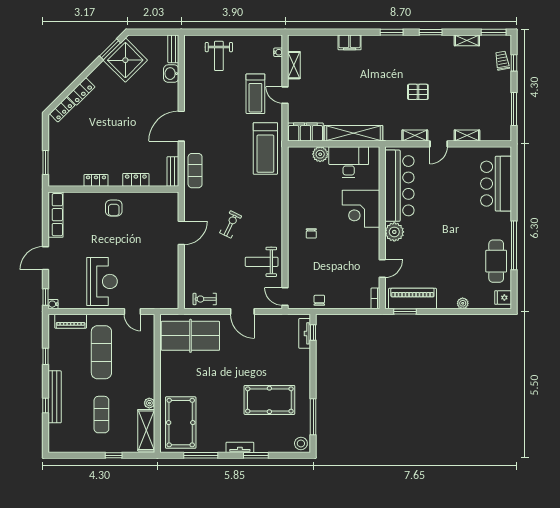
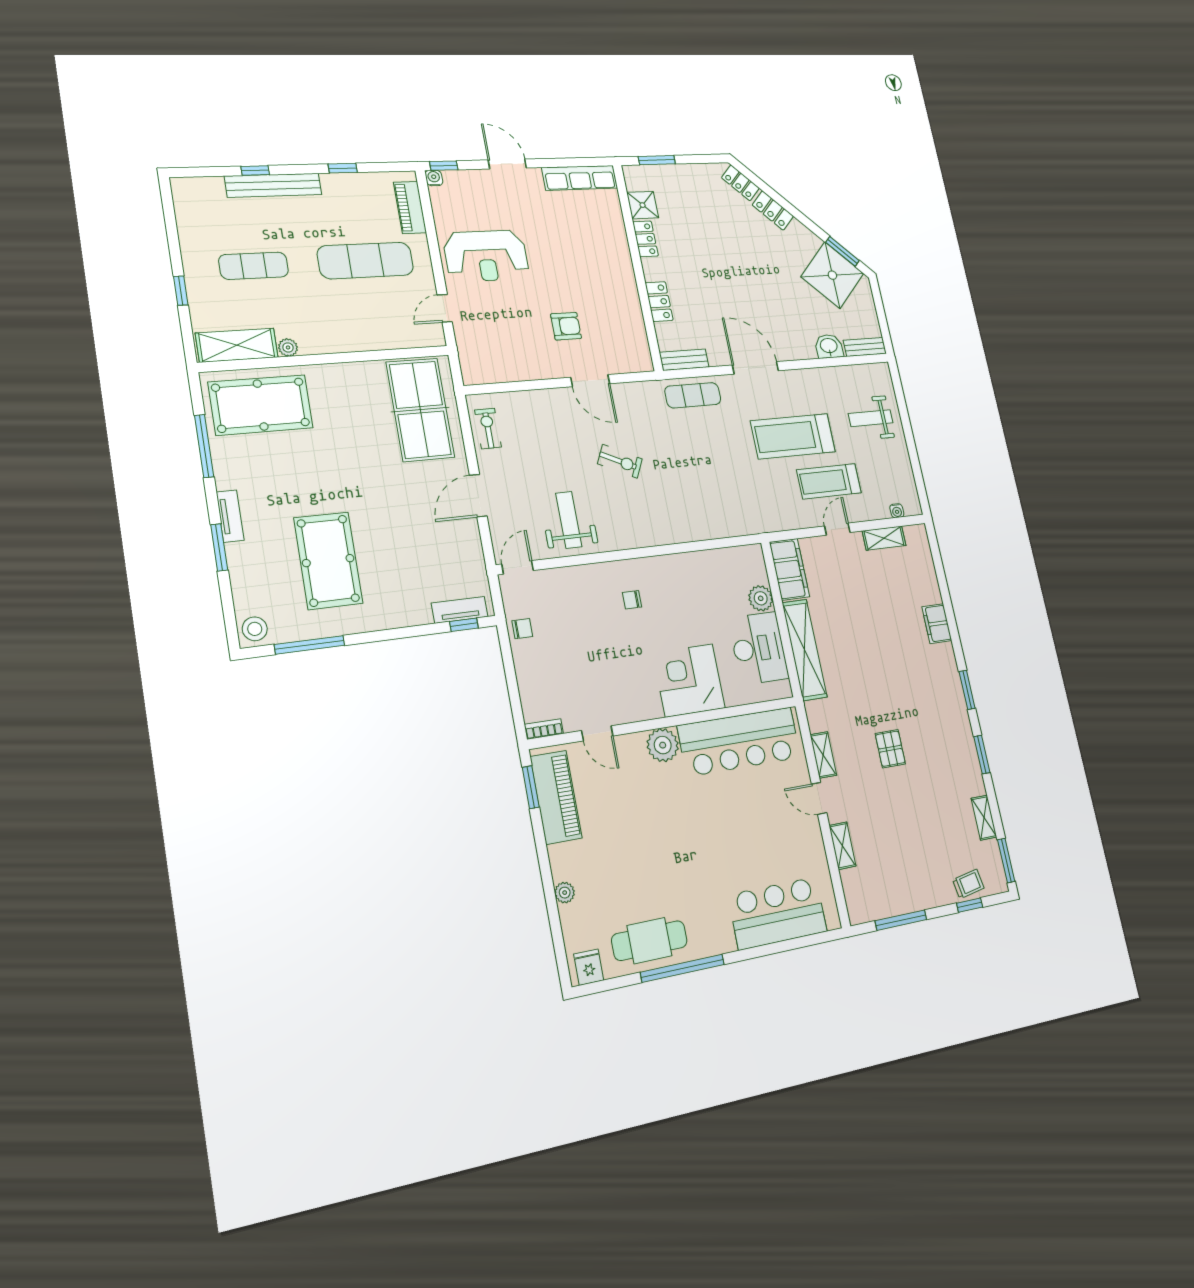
treadmill: (265, 148) -> (793, 436), moved
shower: (74, 178) -> (643, 205), added
armchair: (114, 208) -> (566, 326), moved, turned 180

